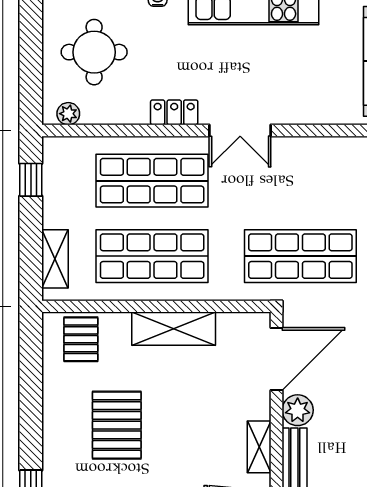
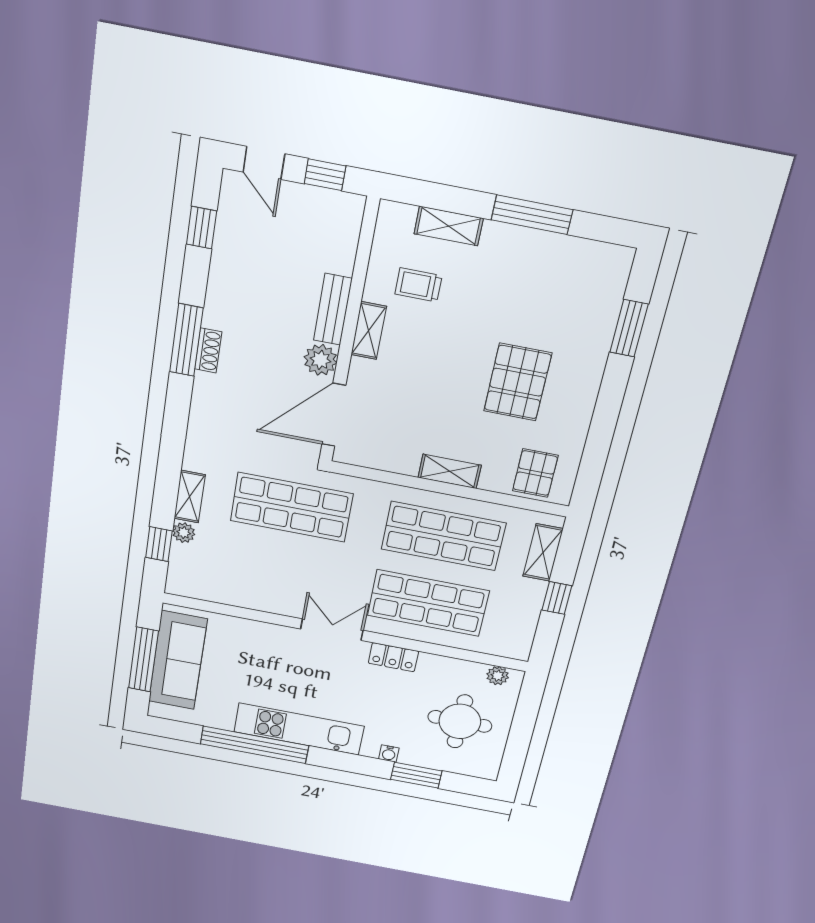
window: (31, 180) -> (557, 598), moved
shelving: (174, 329) -> (450, 471), width x0.67, depth x0.75

